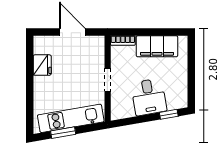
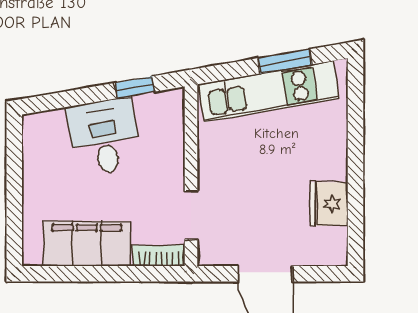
doorway: (108, 80) -> (191, 215), moved
window: (169, 114) -> (135, 87), moved

